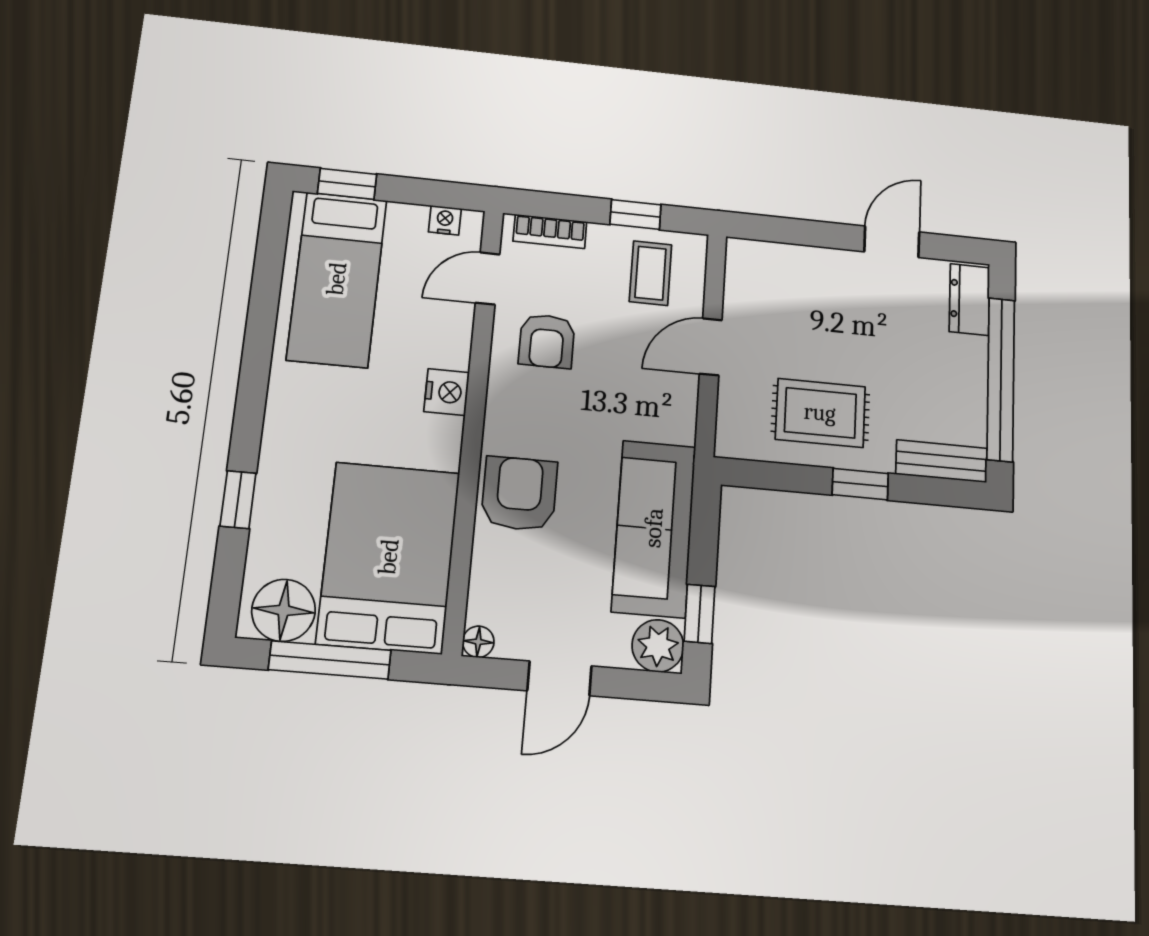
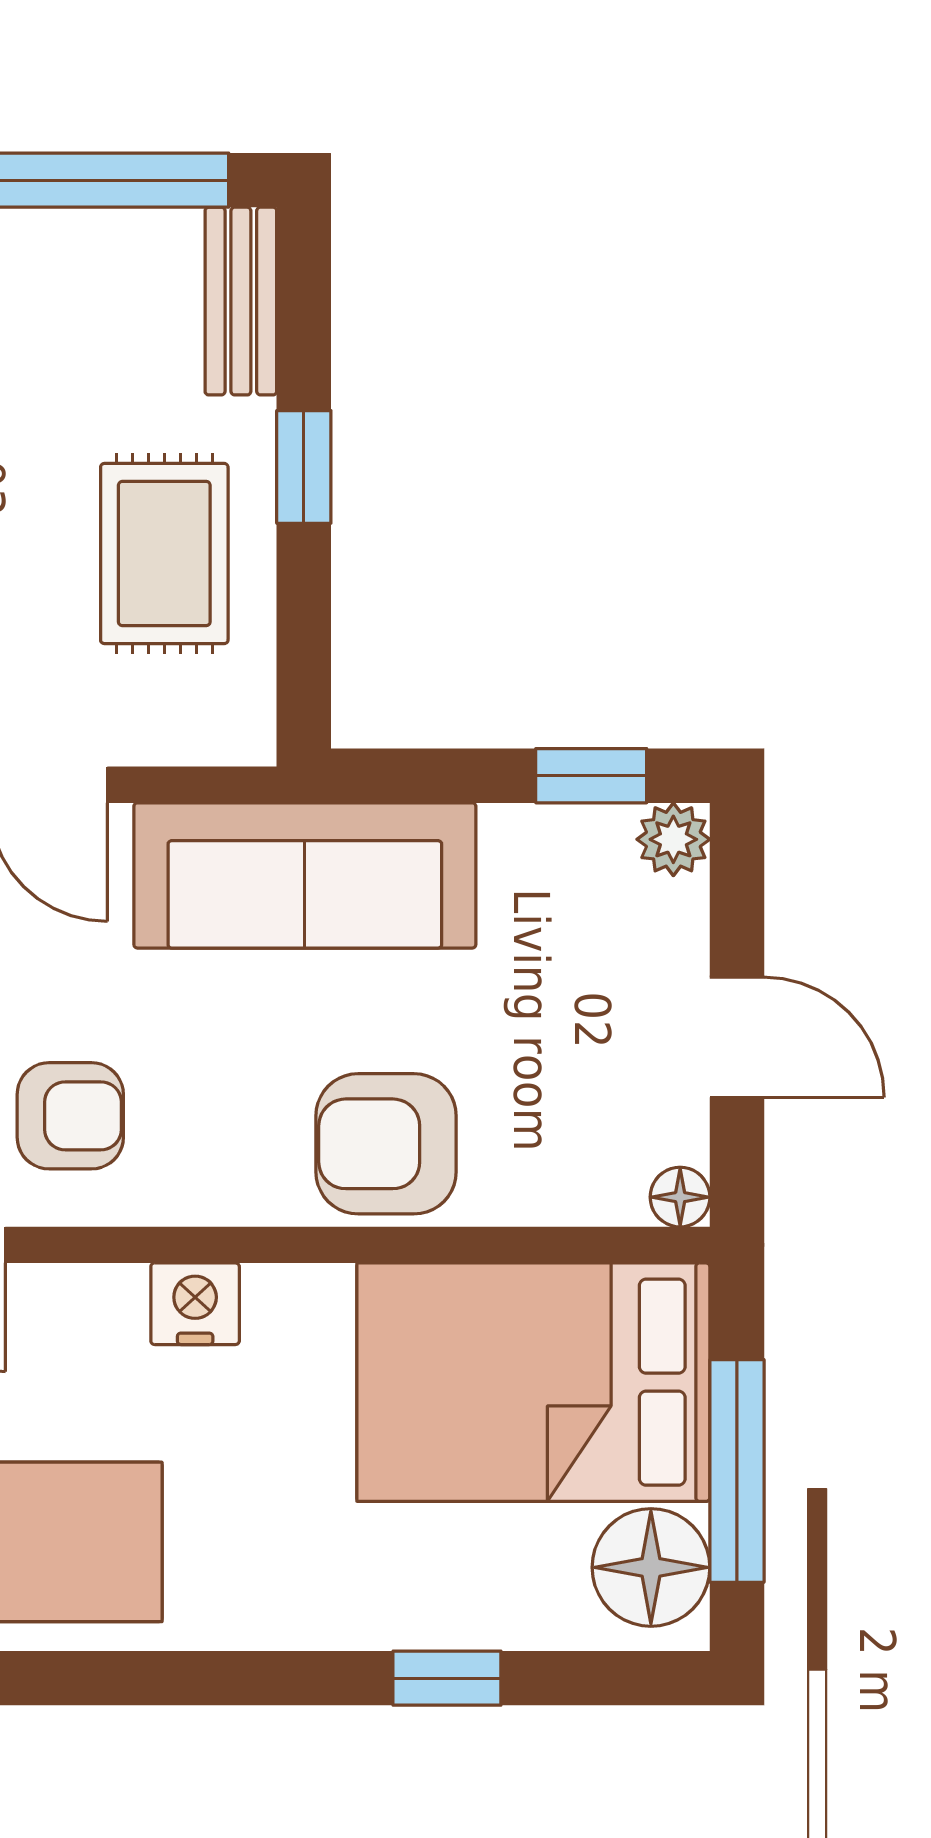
sofa: (654, 528) -> (305, 875), moved
plant: (658, 646) -> (673, 839), width x0.73, depth x0.73

